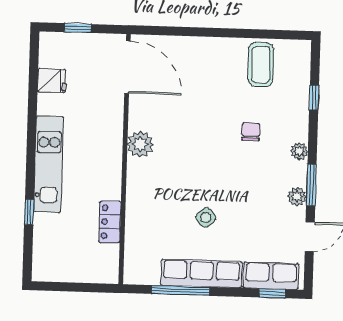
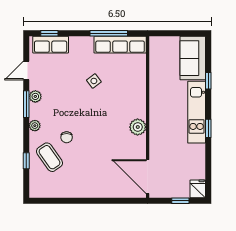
coffee table: (261, 65) -> (49, 157), moved, turned -34
fridge: (52, 80) -> (198, 189), moved, turned 90
window: (31, 139) -> (208, 128), added
locker: (110, 222) -> (156, 76), removed
sofa: (52, 248) -> (193, 58), added
row of seats: (201, 274) -> (120, 45), moved

